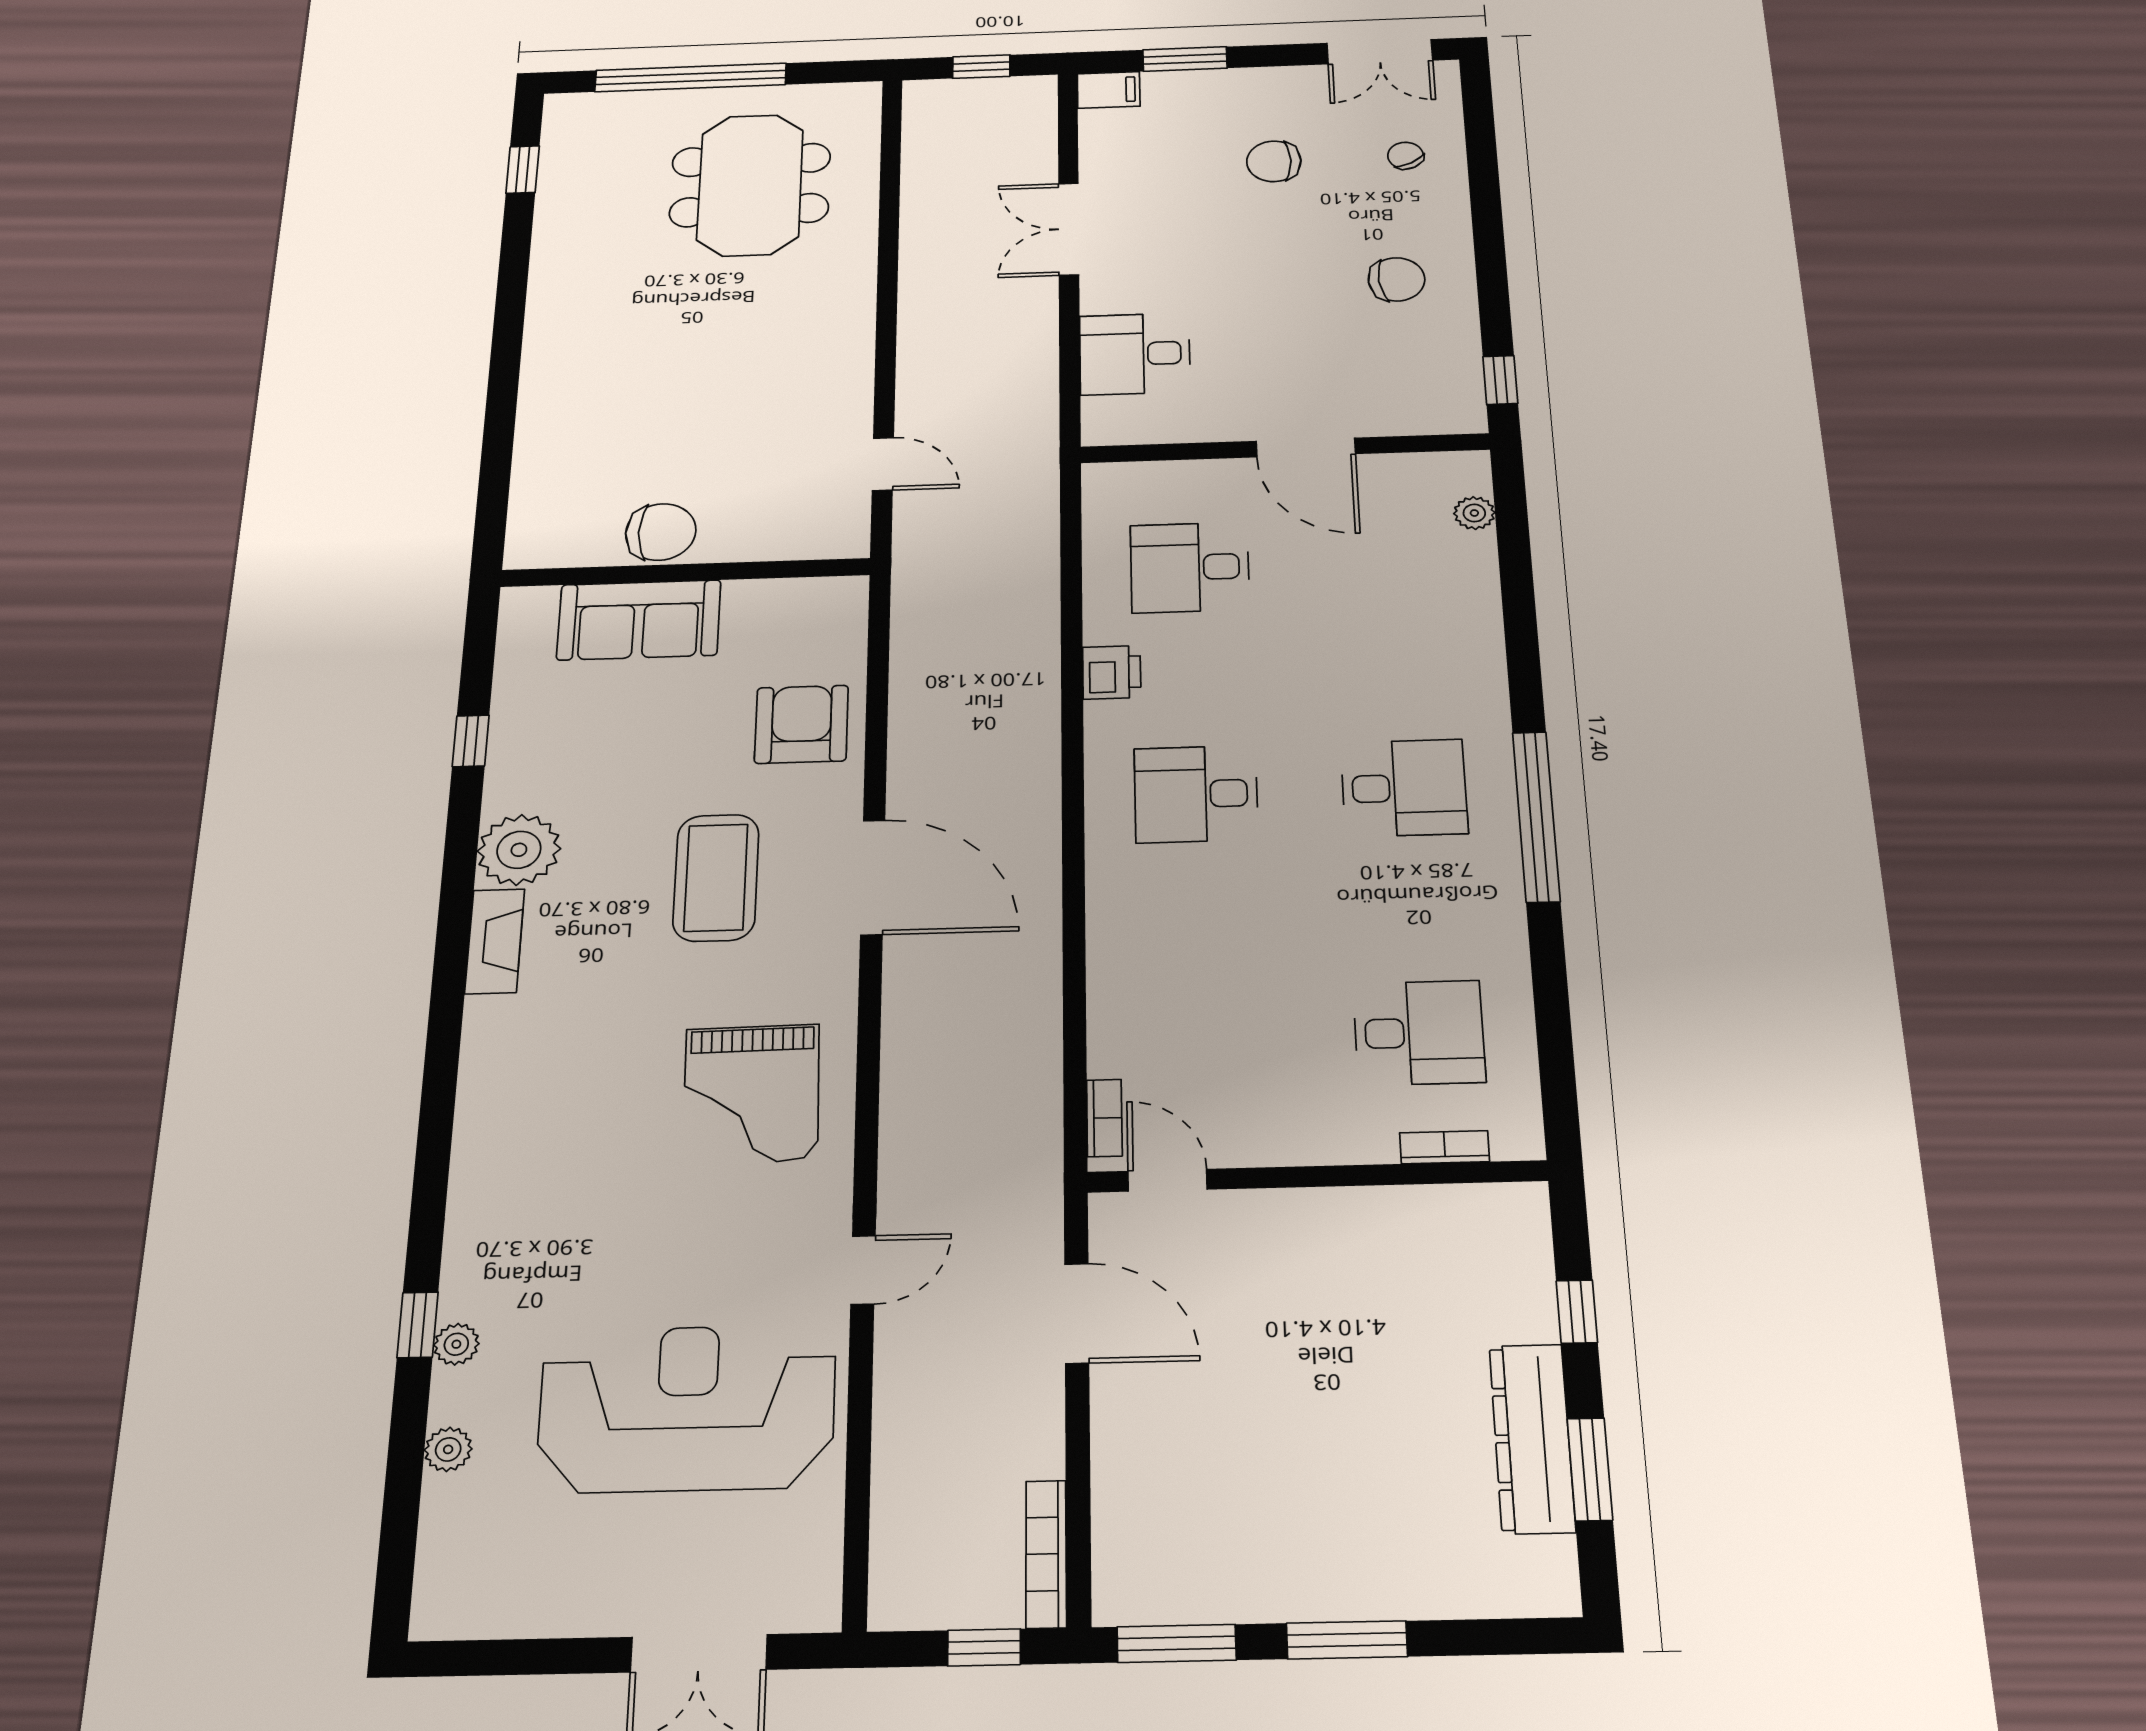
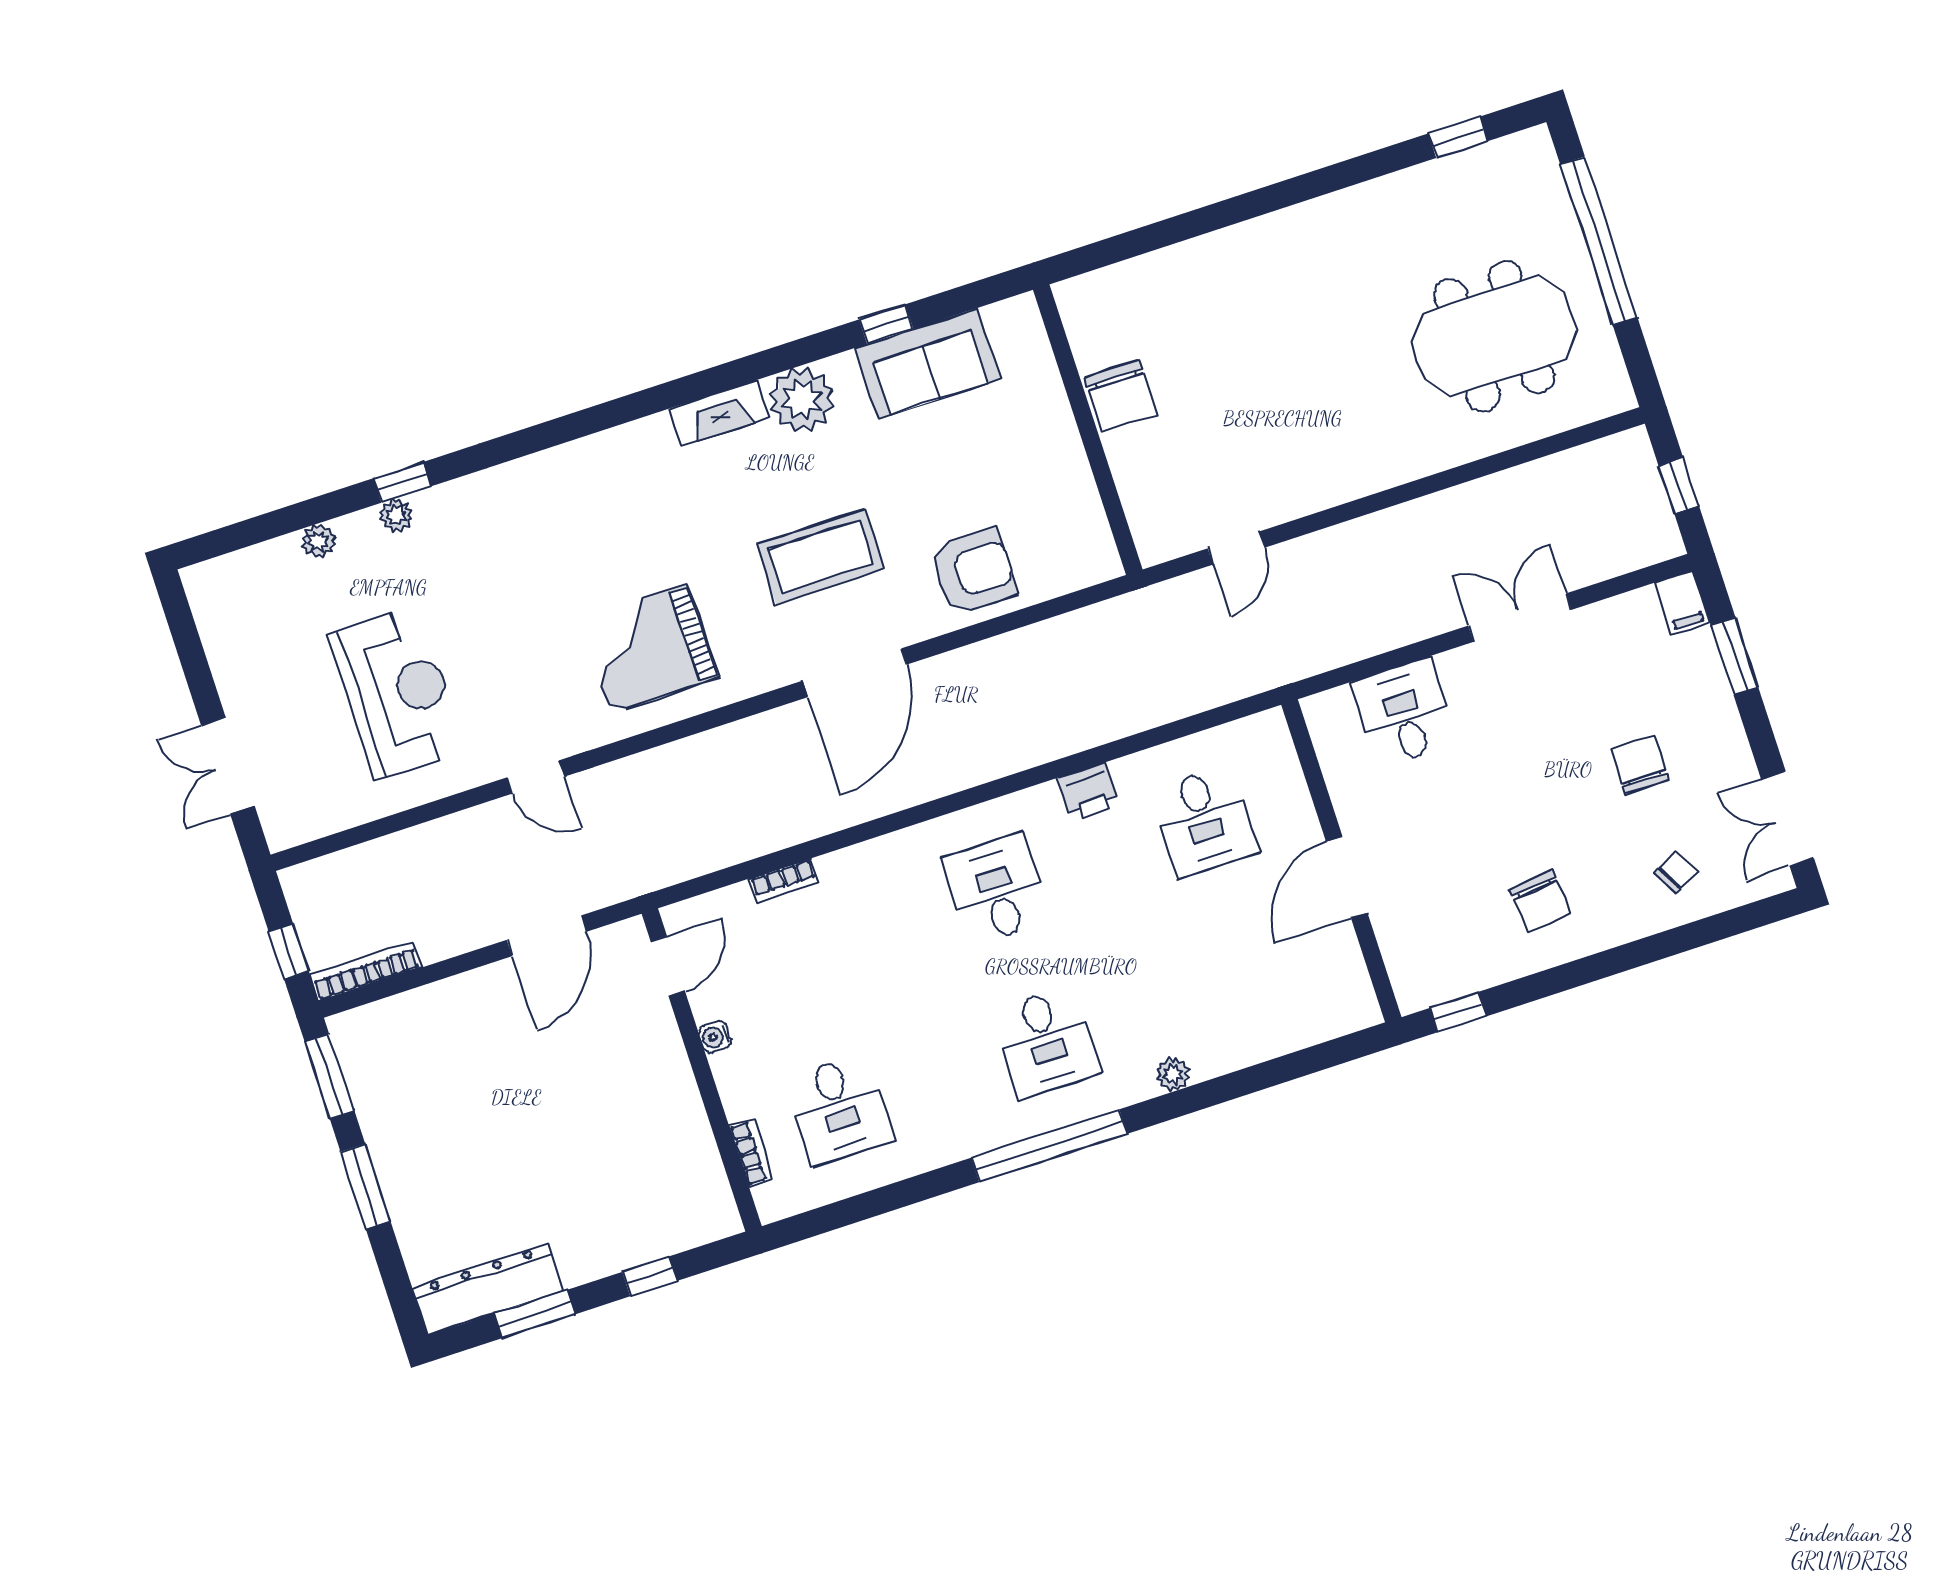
plant: (1474, 513) -> (1173, 1074), moved
desk: (1190, 567) -> (1204, 821), turned 180
sofa: (639, 620) -> (928, 363), moved, turned -90
bookcase: (1104, 1118) -> (784, 881), moved
water cooler: (1278, 1150) -> (715, 1037), added
reception desk: (687, 1408) -> (397, 693), width x0.74, depth x0.77
dresser: (1532, 1438) -> (487, 1289), moved

